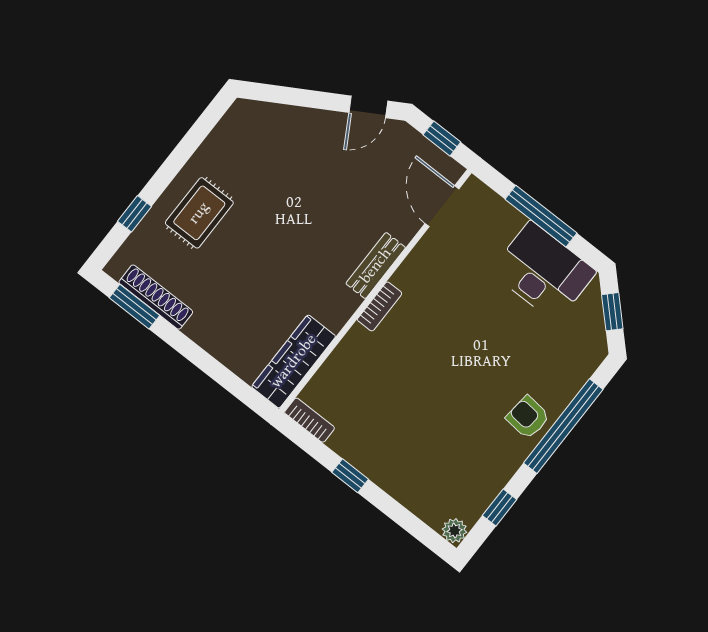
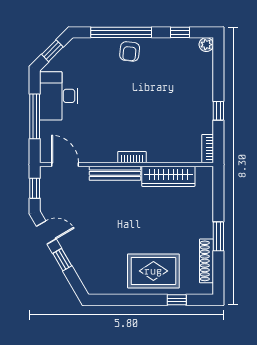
window: (313, 99) -> (62, 260), added
door: (442, 206) -> (65, 164), swing flipped
rug: (199, 213) -> (153, 271), width x1.36, depth x1.43
bench: (376, 266) -> (115, 173), width x1.36
window: (134, 307) -> (218, 236), moved
wardrobe: (294, 361) -> (168, 176), moved

